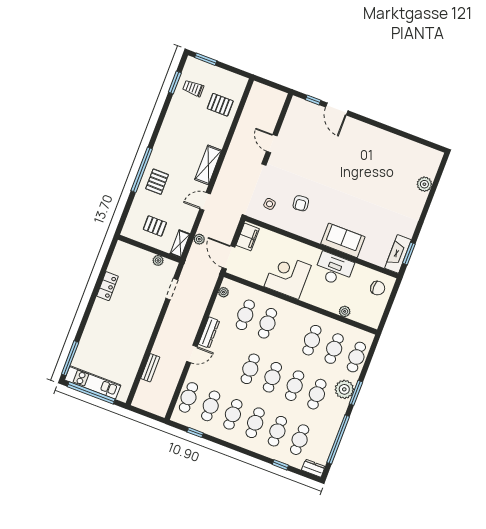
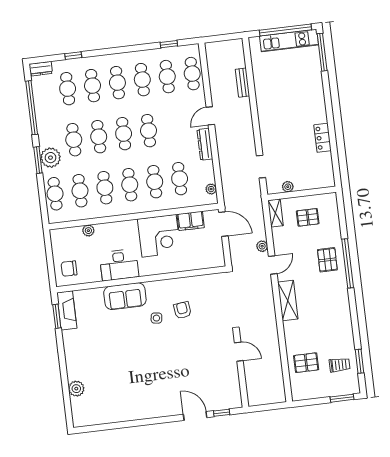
side table: (270, 204) -> (156, 318), moved
filing cabinet: (248, 237) -> (191, 221), moved, turned -90
plant: (199, 239) -> (262, 246), moved
cafe table: (290, 332) -> (130, 185), added

